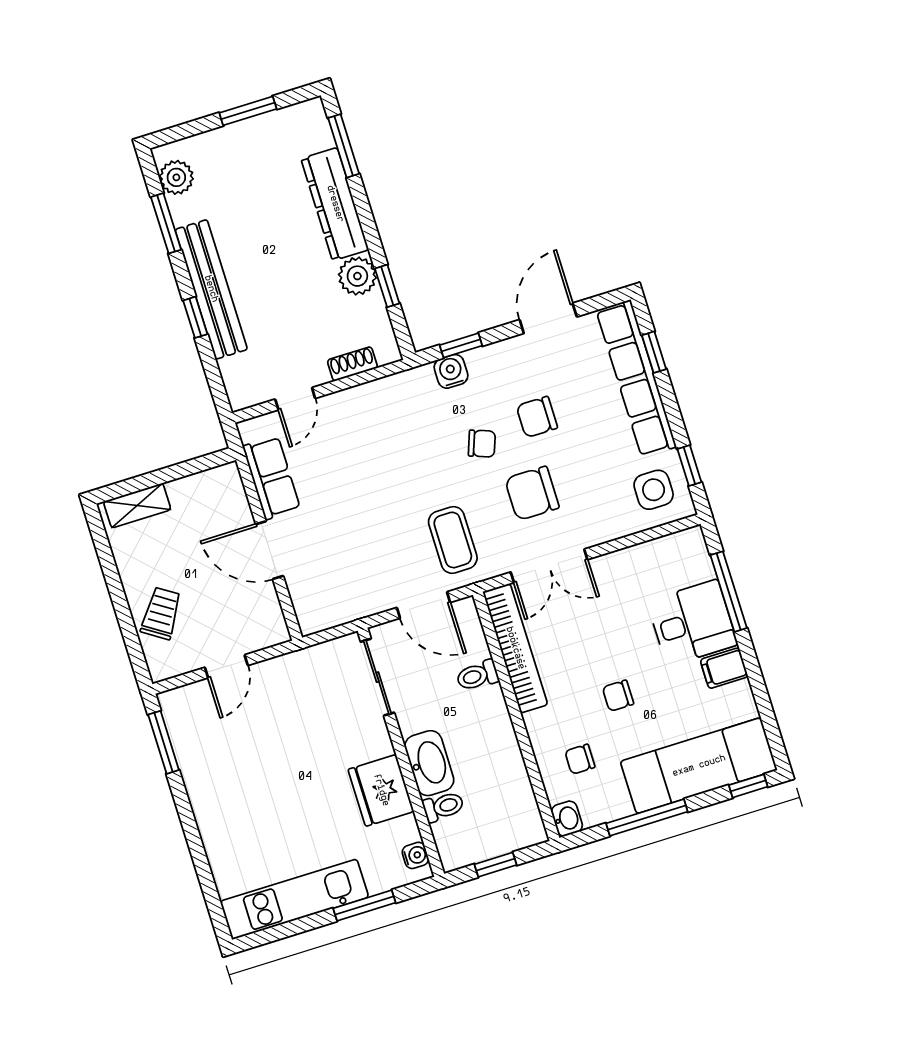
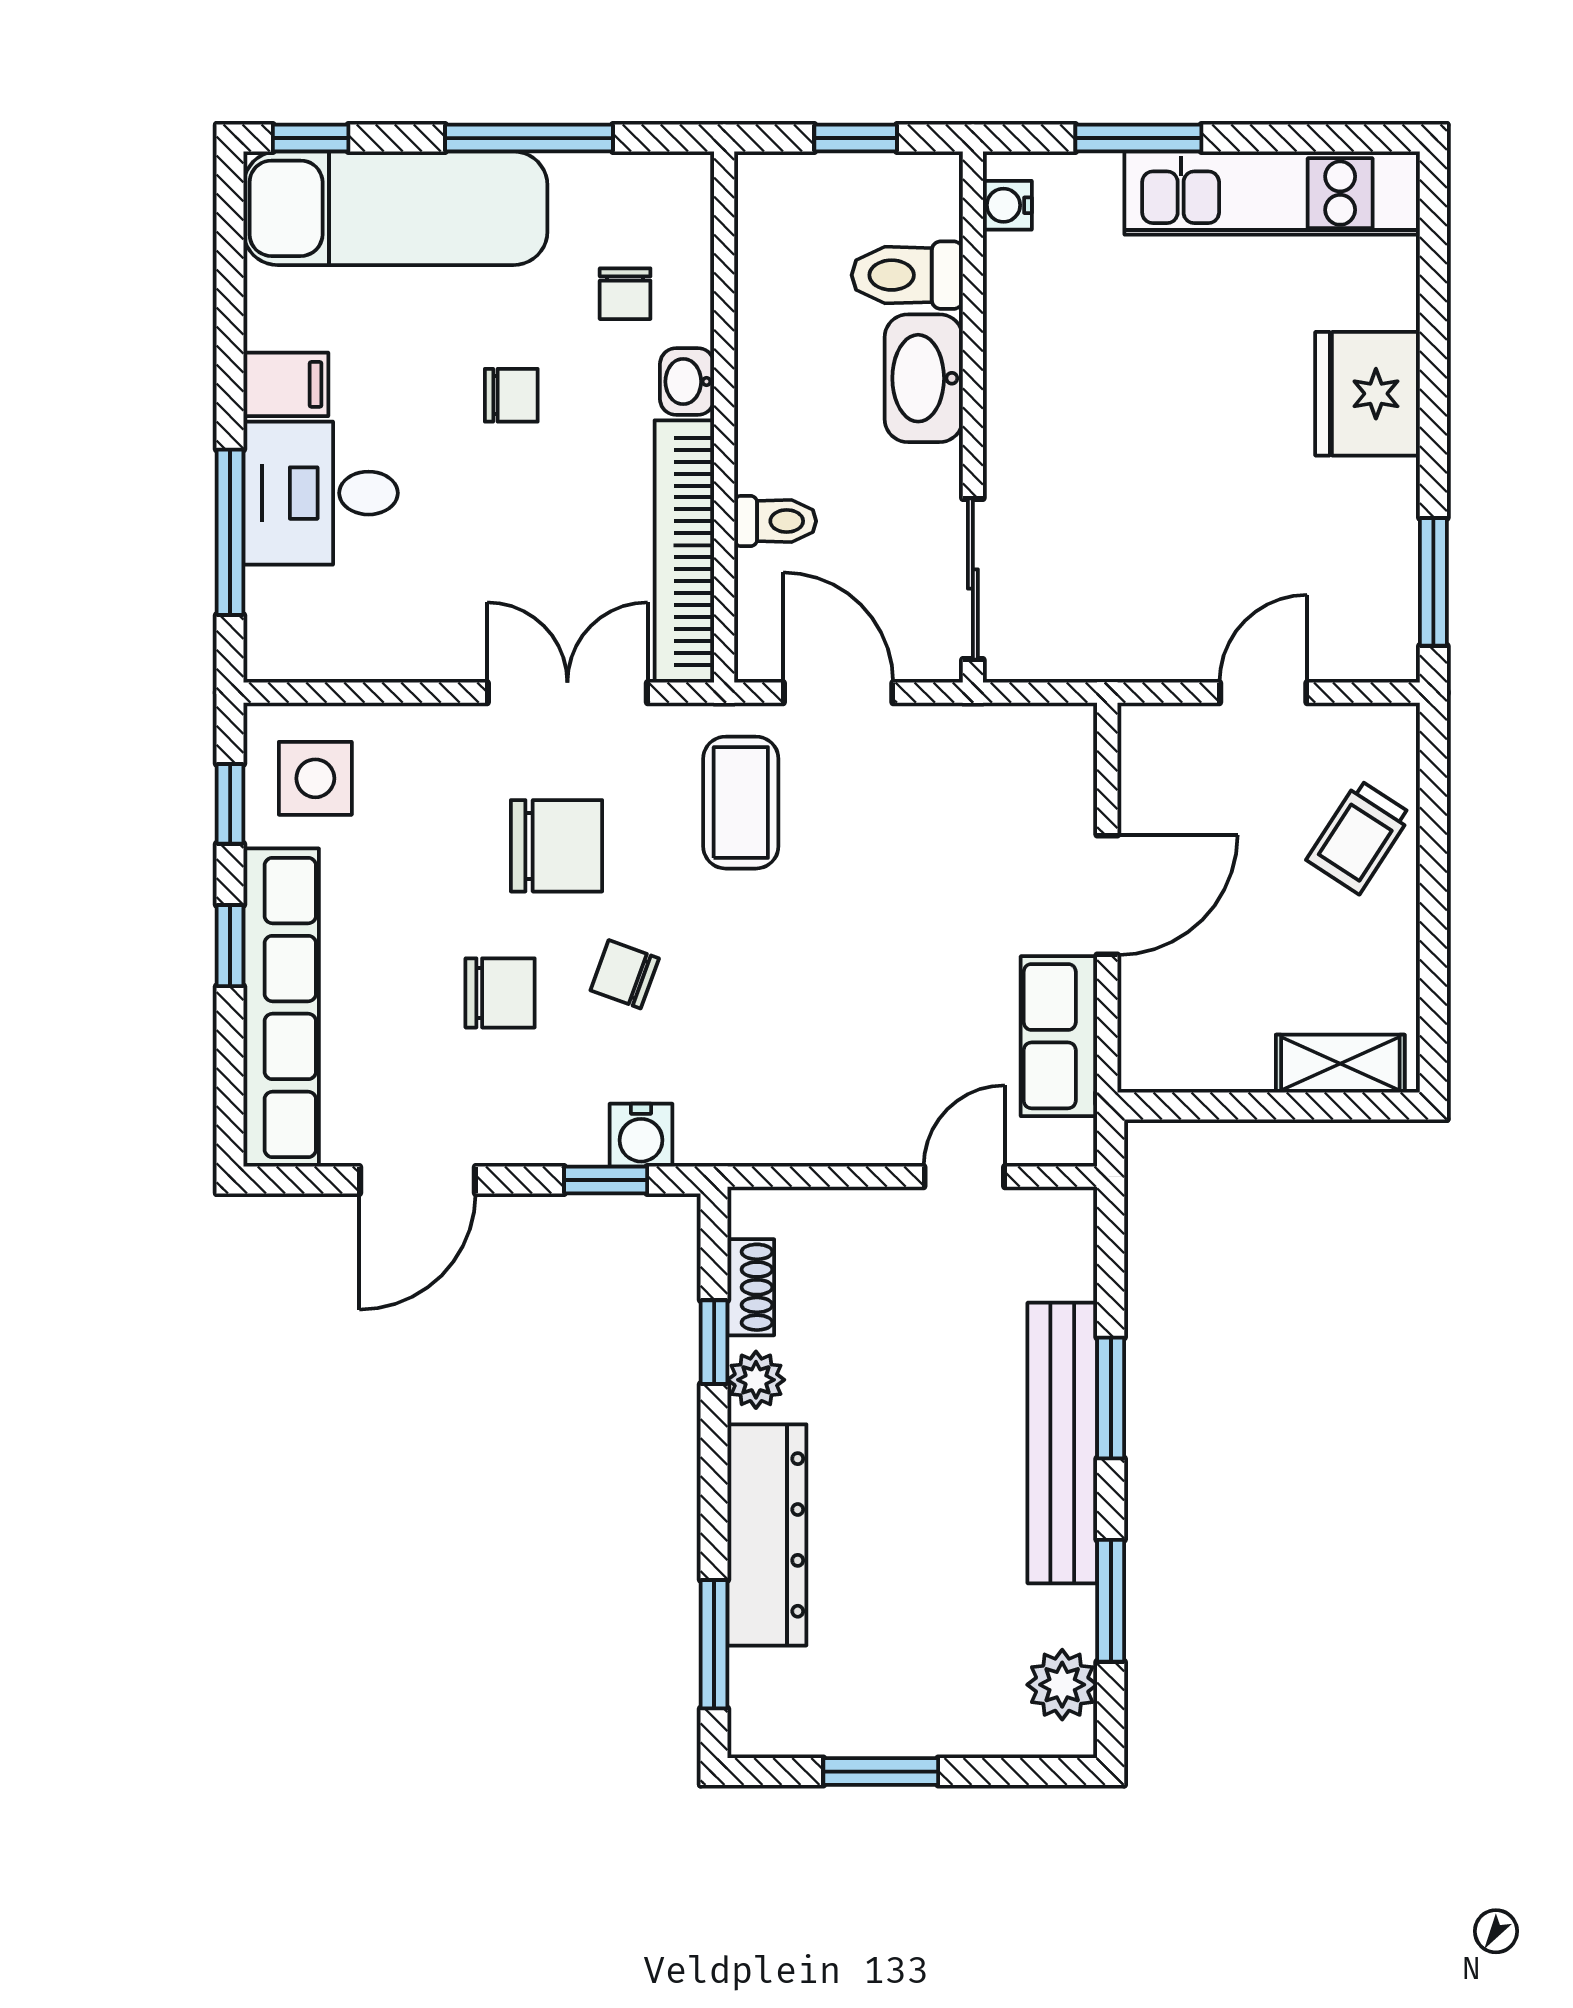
plant: (357, 276) -> (756, 1380), width x0.73, depth x0.73
window: (195, 317) -> (1111, 1398), width x1.50
window: (654, 352) -> (230, 946), moved
shoe rack: (352, 364) -> (751, 1287), moved, turned -90
door: (269, 550) -> (1107, 895), hinge flipped
chair: (580, 759) -> (625, 294), turned 90
fridge: (381, 790) -> (1368, 394), moved, turned 180
toilet: (443, 807) -> (907, 275), width x1.37, depth x1.39
washbasin: (567, 819) -> (687, 382), moved

